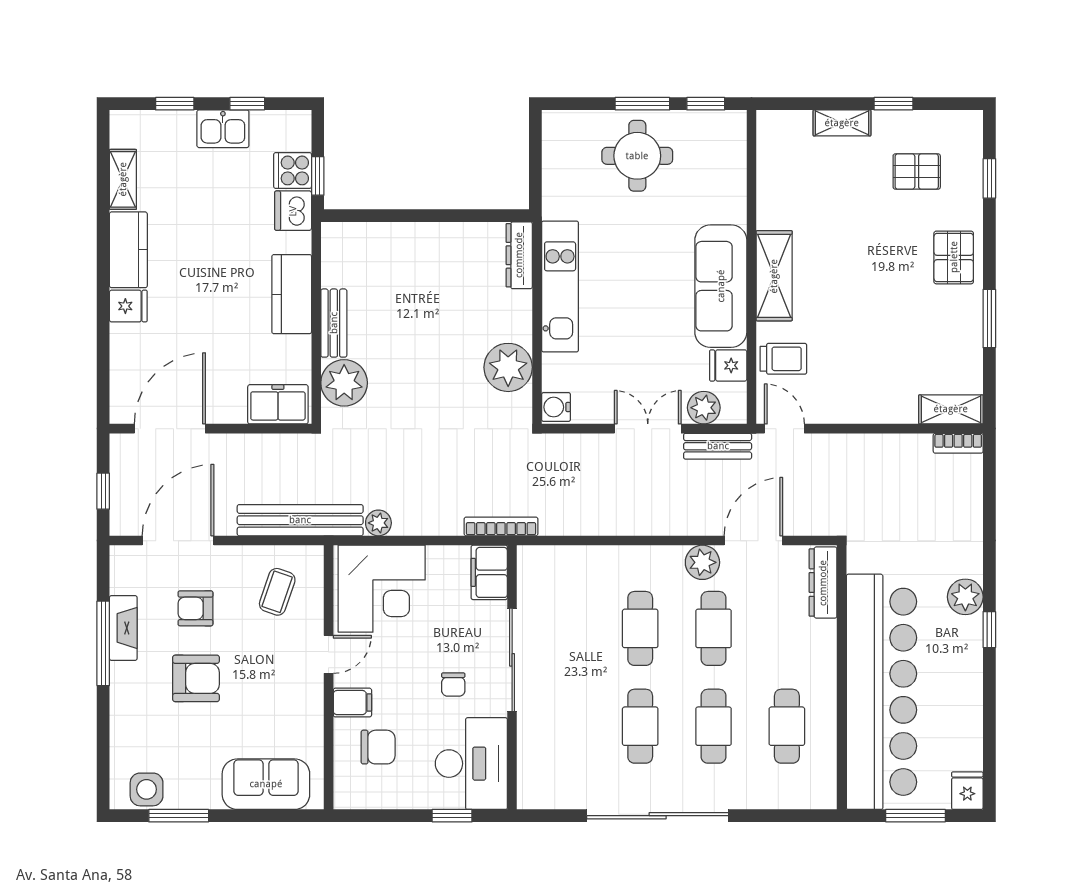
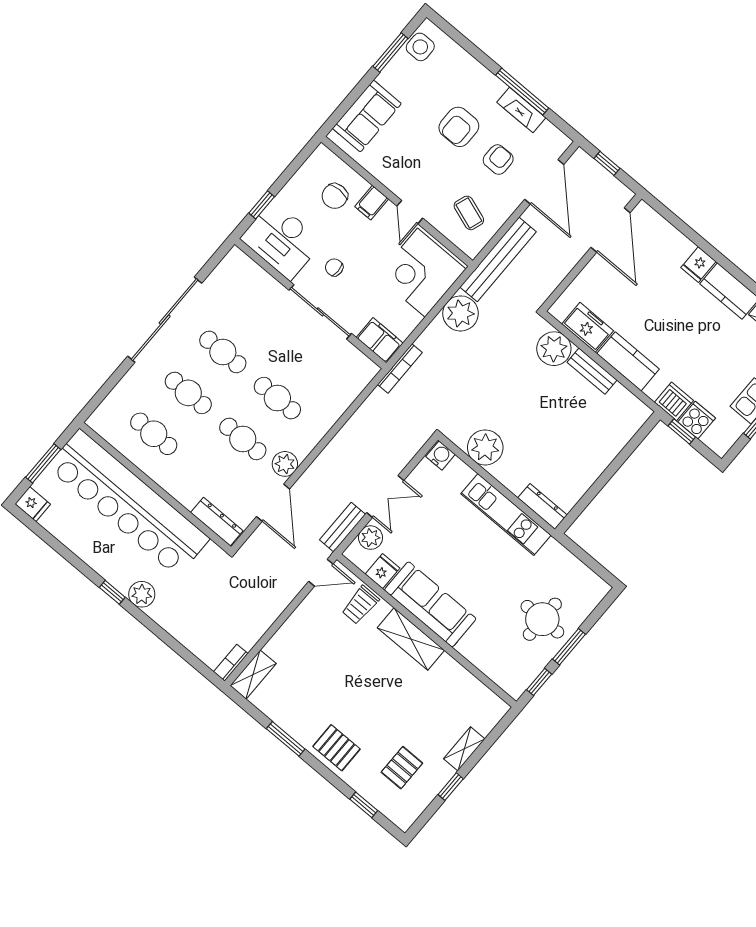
freezer: (278, 404) -> (588, 327), moved, turned -90
plant: (378, 523) -> (461, 313), width x1.88, depth x1.88

